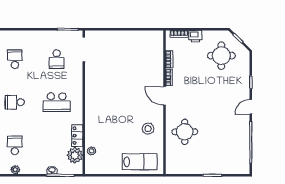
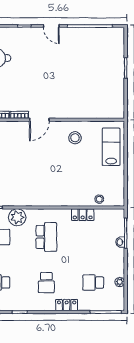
round table: (185, 132) -> (78, 98), removed
plant: (75, 155) -> (17, 217), moved

